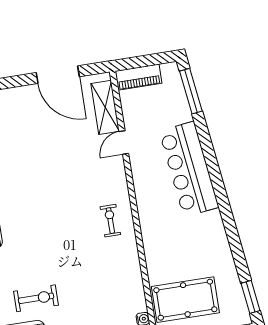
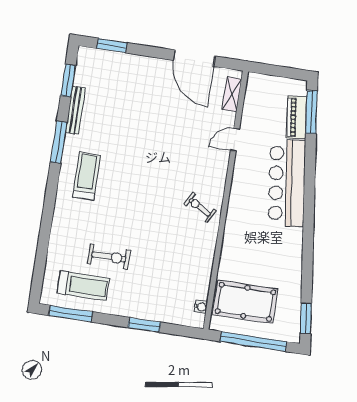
piano: (138, 77) -> (297, 117), moved, turned 83
shelving: (105, 107) -> (232, 94), width x0.67, depth x0.75
exercise bike: (110, 221) -> (200, 207), turned -60

